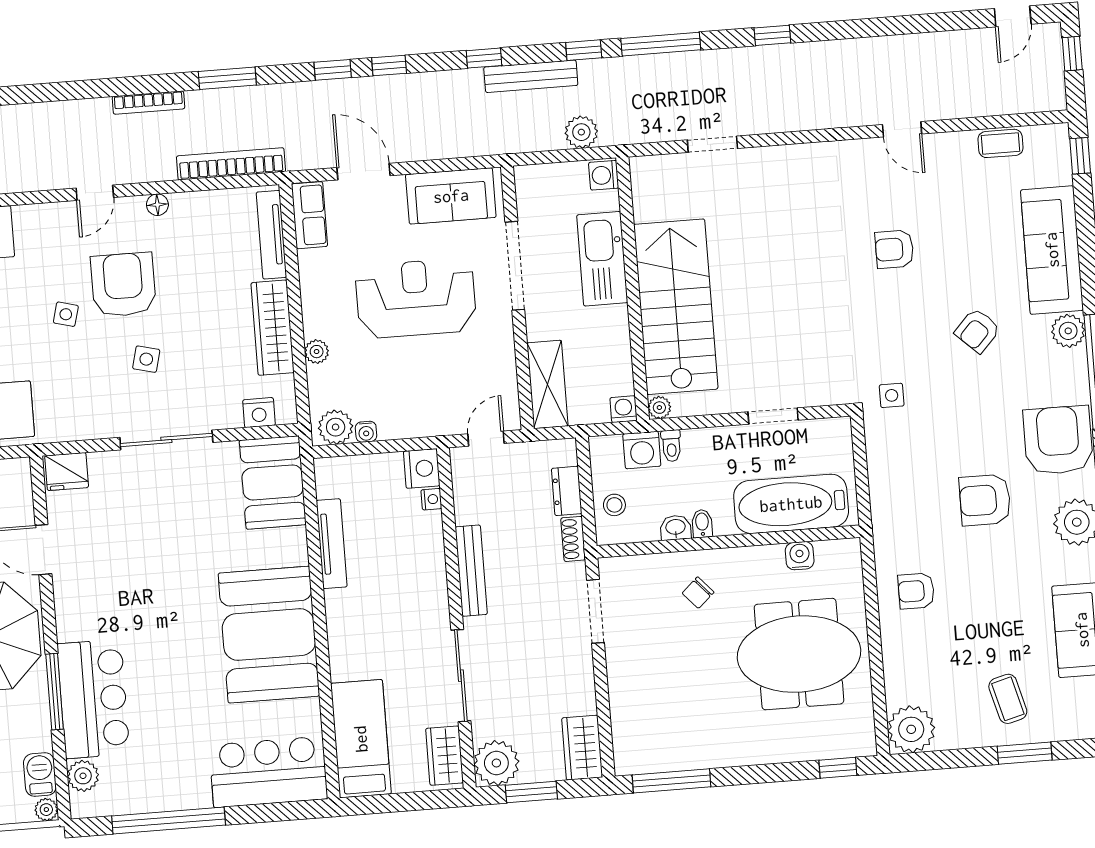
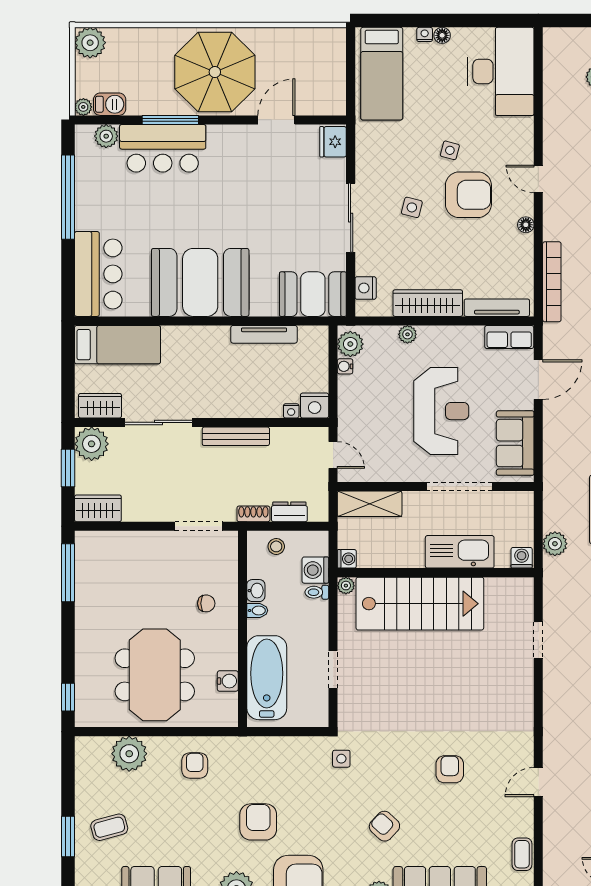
chair: (698, 593) -> (206, 603), turned 132
plant: (911, 729) -> (129, 754), moved

